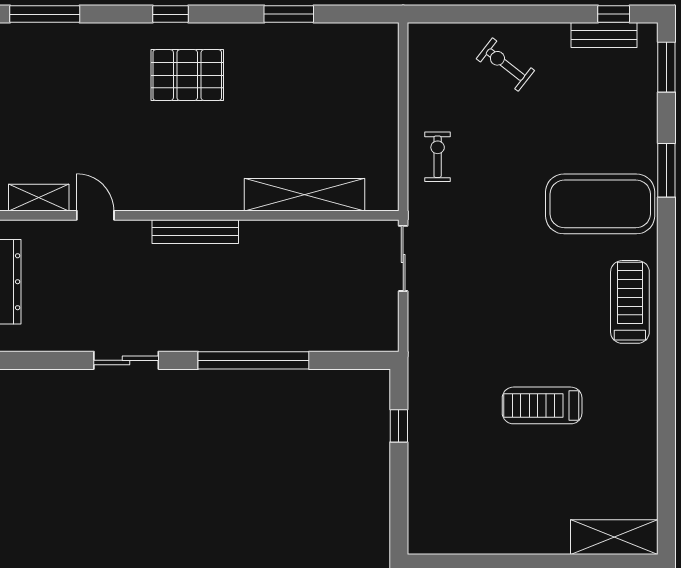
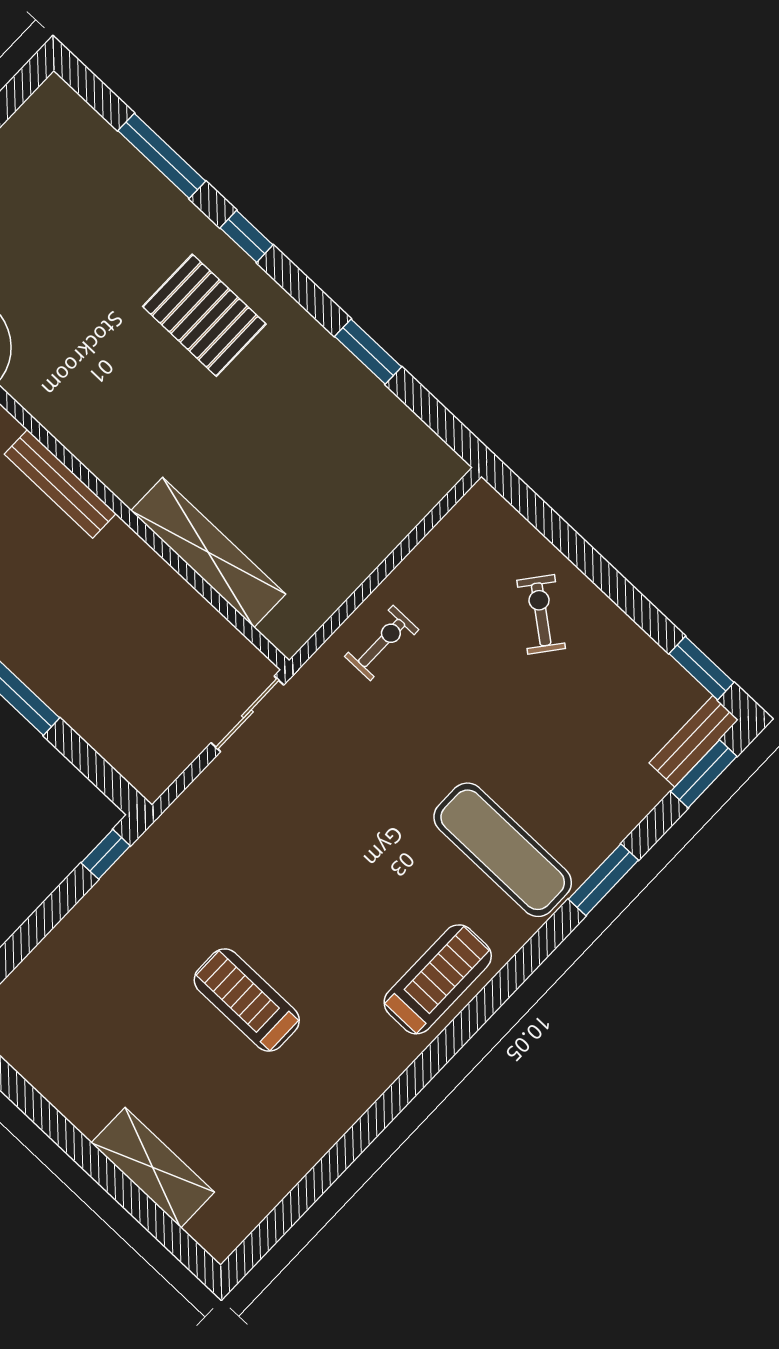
window: (45, 14) -> (162, 156), moved
window: (614, 14) -> (702, 668), width x1.50
bench: (604, 35) -> (694, 741), moved, turned 90
exercise mat: (600, 204) -> (503, 850), width x0.68
window: (399, 426) -> (106, 854), moved
shelving: (614, 537) -> (153, 1168), moved

